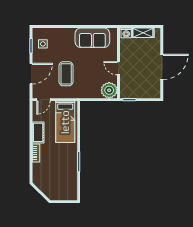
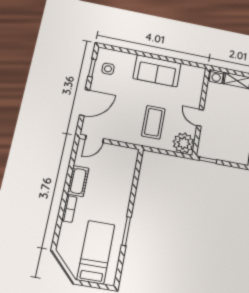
sofa: (92, 38) -> (157, 71), moved
coffee table: (66, 74) -> (153, 122), moved
bed: (65, 122) -> (96, 252), moved, turned 180

